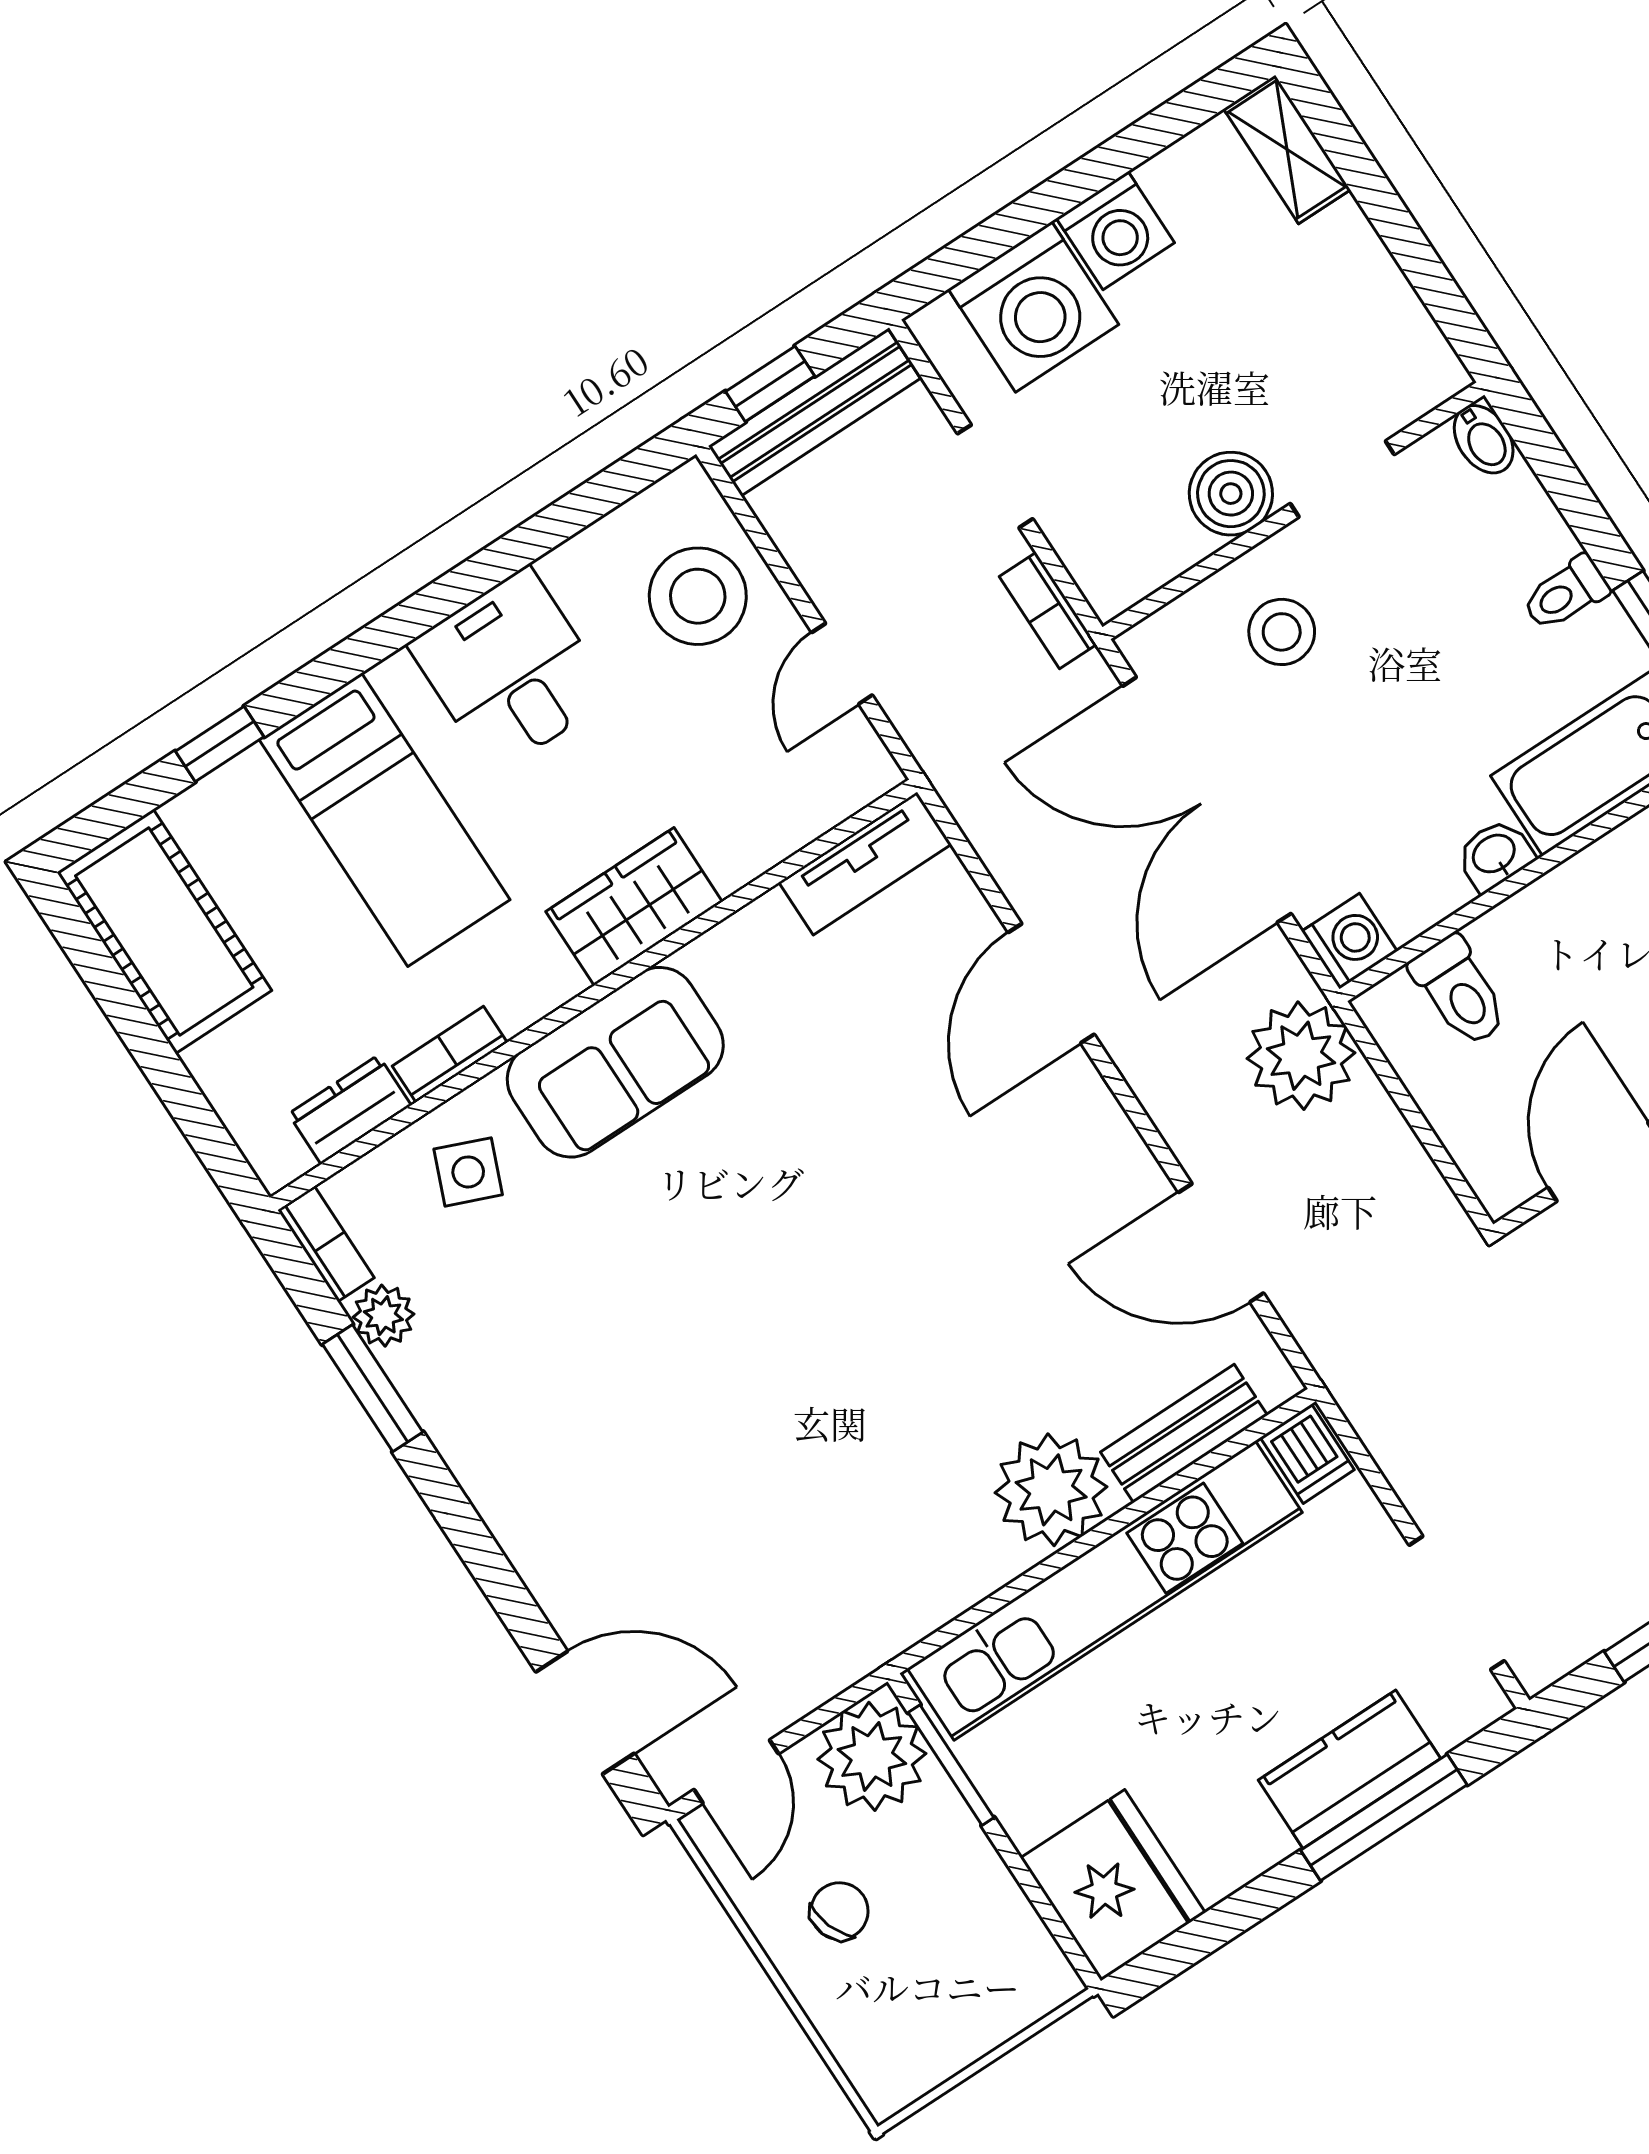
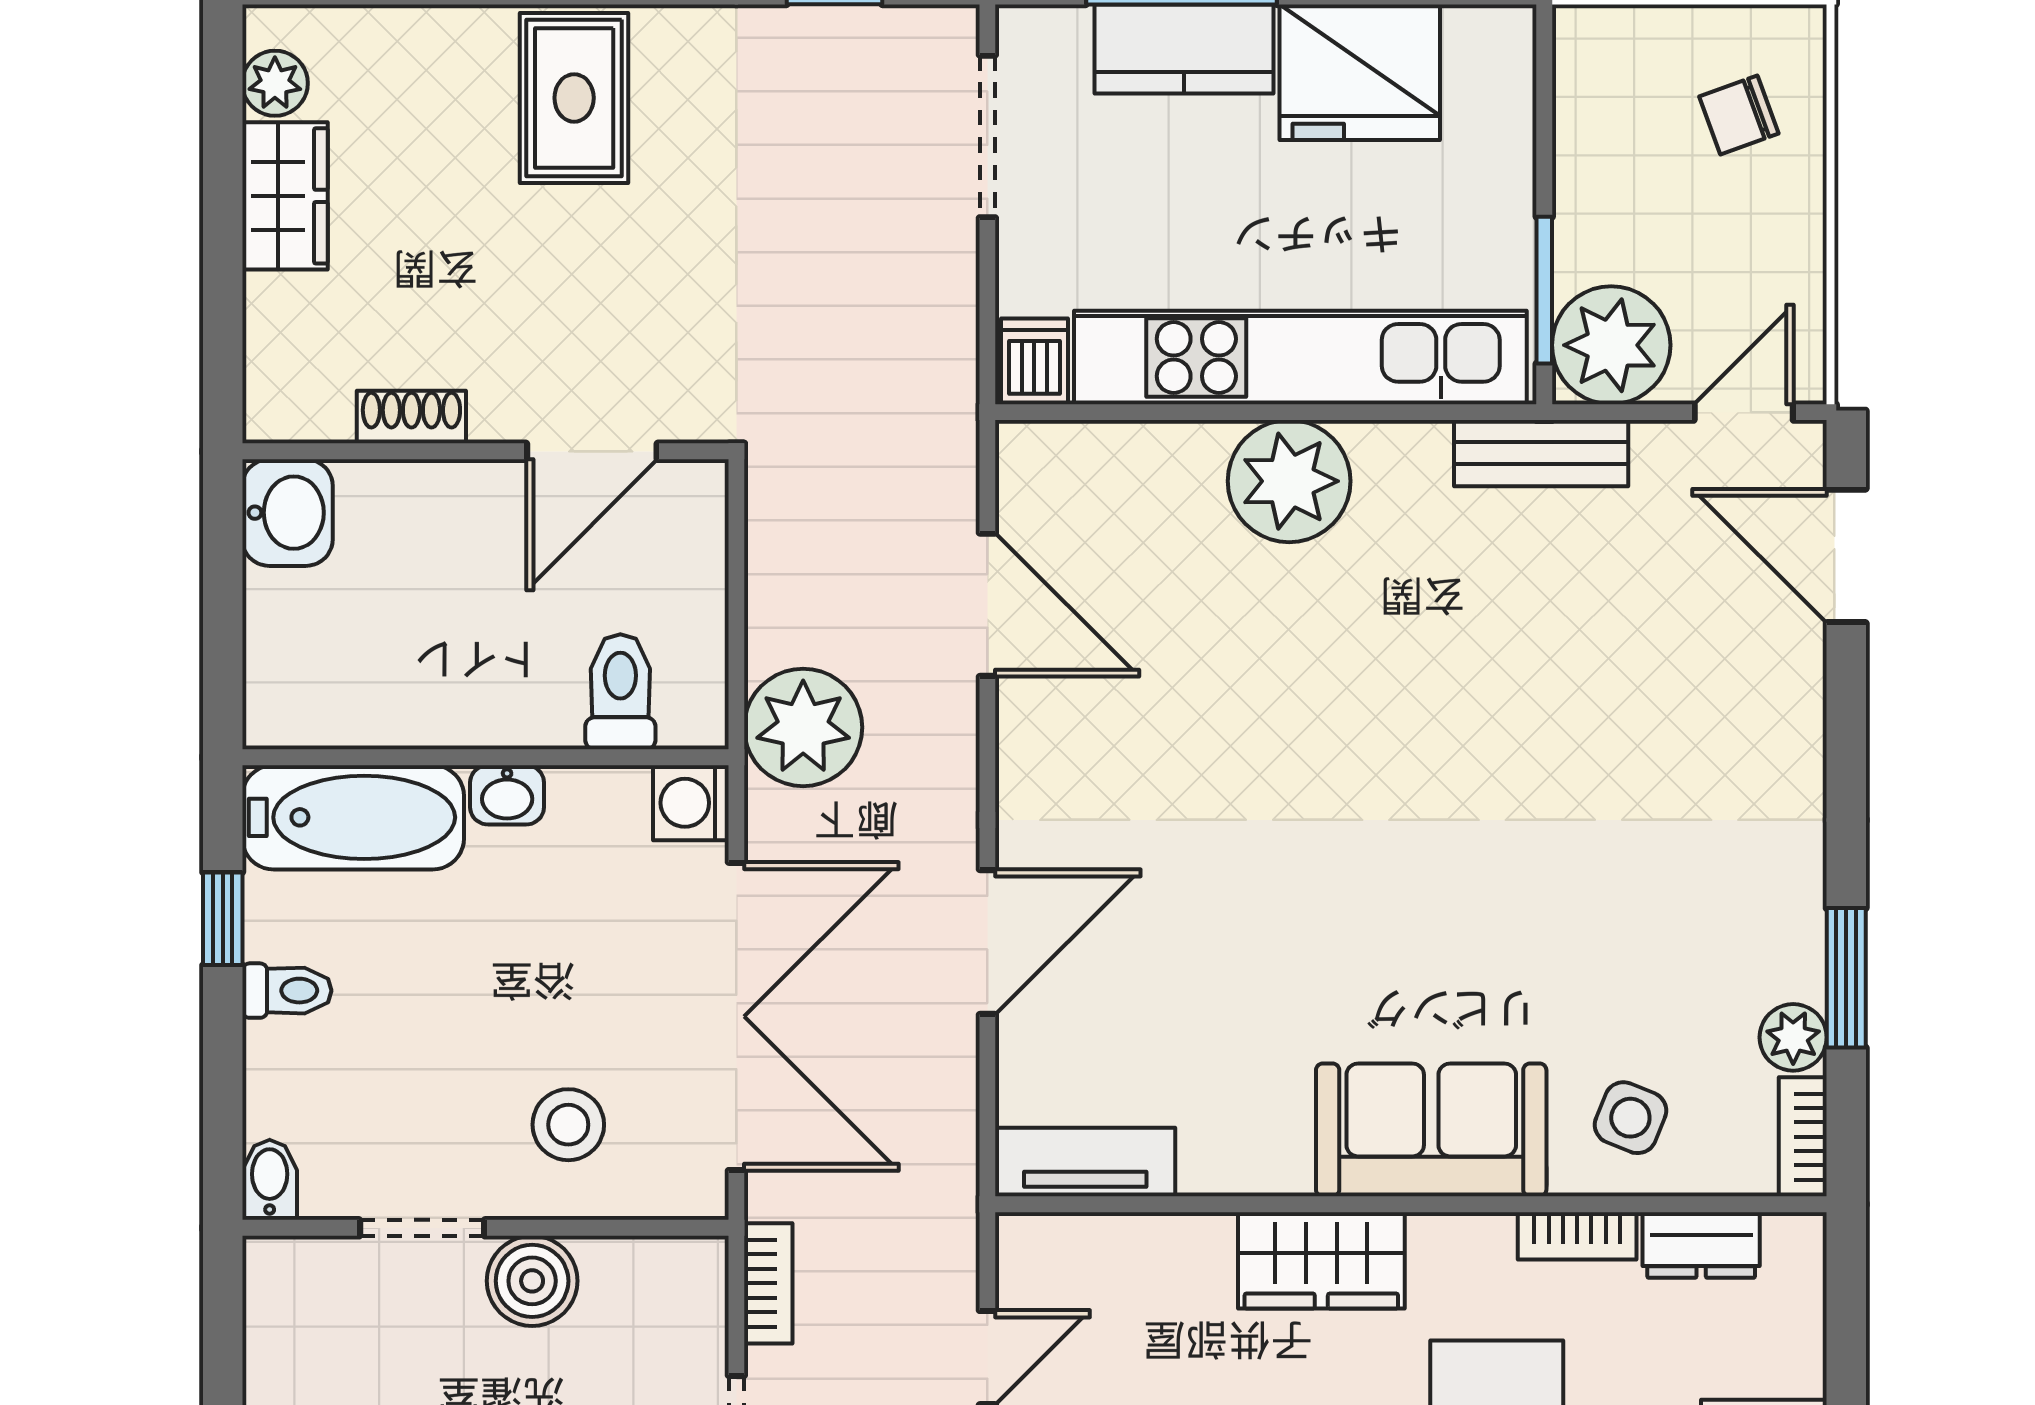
bench: (1184, 1434) -> (1541, 453), moved
fridge: (1113, 1885) -> (1360, 72), moved, turned -90
chair: (839, 1911) -> (1739, 115), moved

